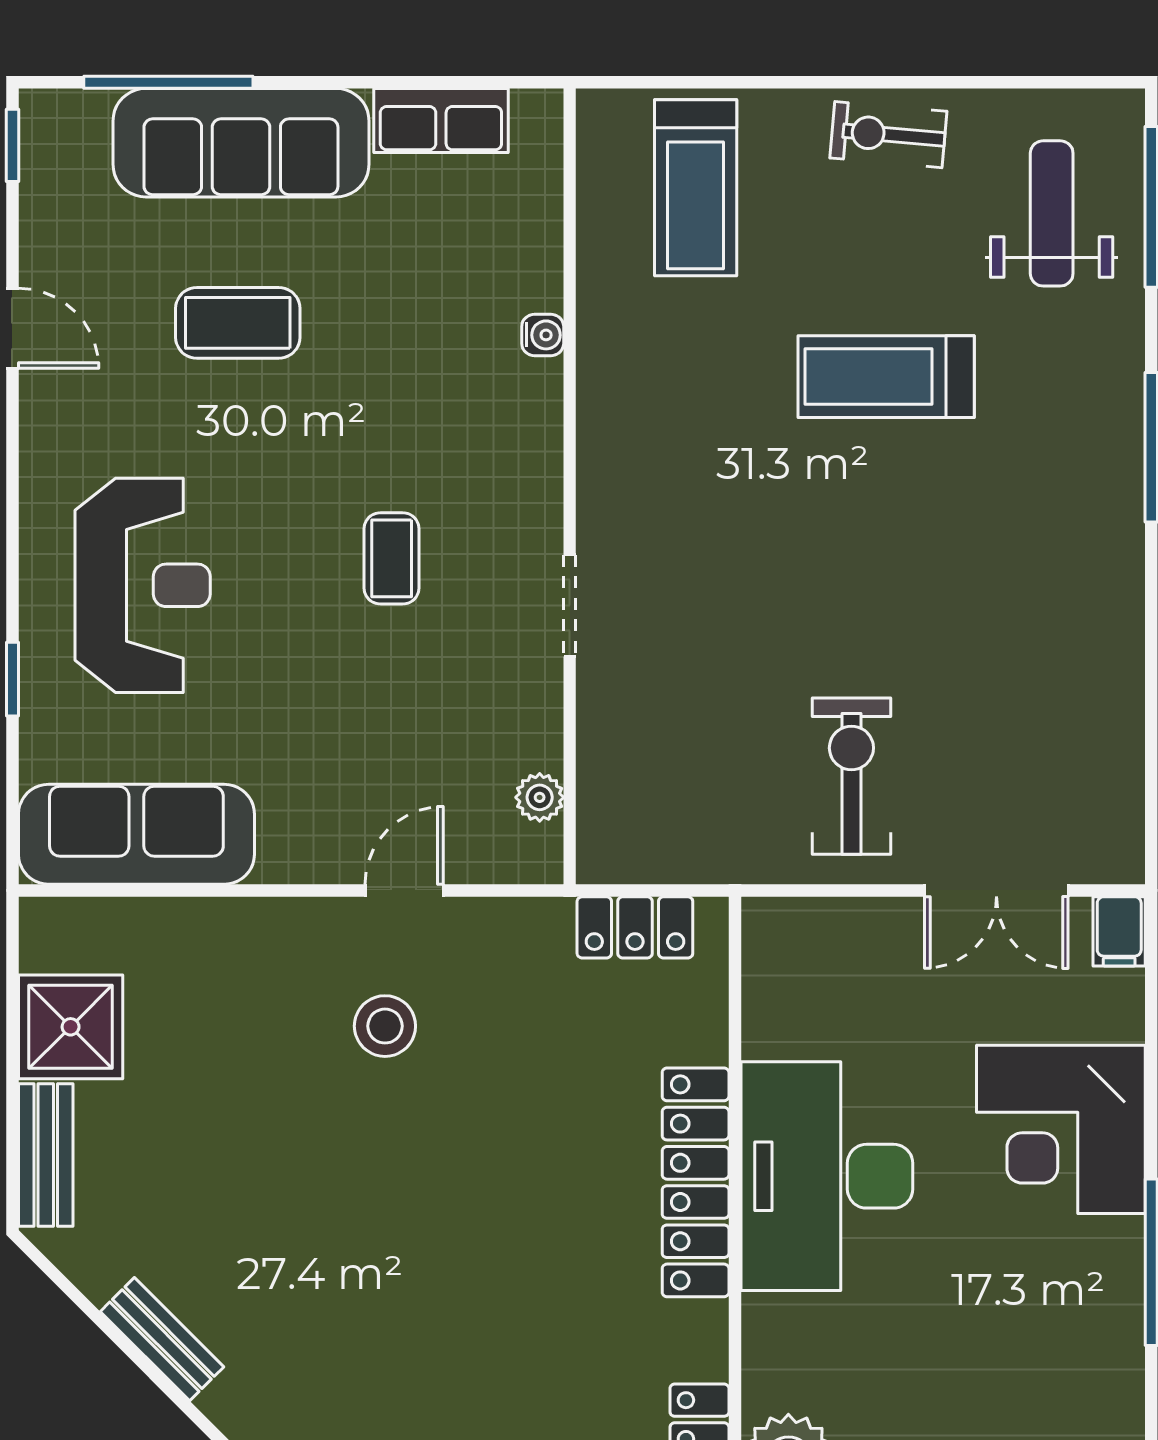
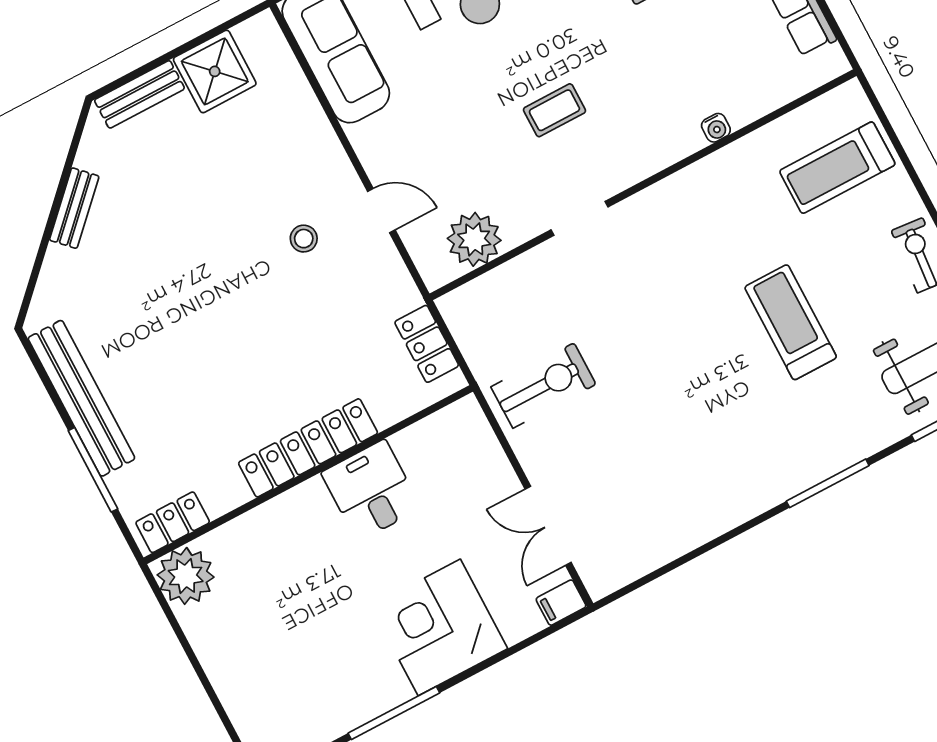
exercise bike: (851, 776) -> (543, 386), moved
plant: (540, 797) -> (474, 239), width x1.88, depth x1.88
stool: (385, 1026) -> (304, 239), width x0.73, depth x0.73
desk: (827, 1176) -> (371, 490), width x0.53, depth x0.77

